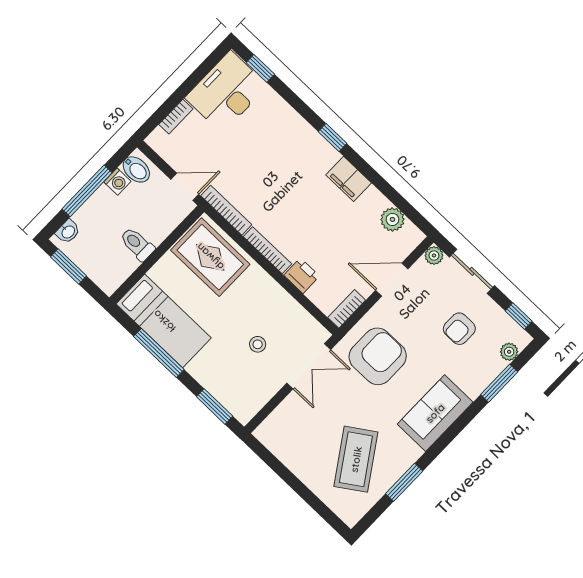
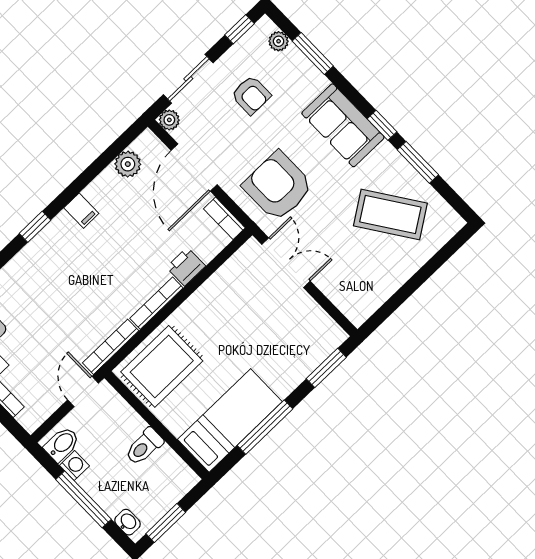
filing cabinet: (349, 179) -> (81, 211), width x0.50
door: (392, 280) -> (194, 167), width x1.36
stool: (258, 344) -> (260, 318), removed
window: (437, 449) -> (382, 125), added

